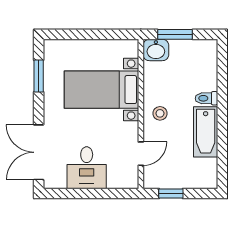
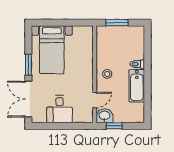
washbasin: (156, 50) -> (104, 116), moved, turned 180
window: (39, 76) -> (28, 65), moved
bed with nightstands: (101, 90) -> (52, 50), moved, turned -90

